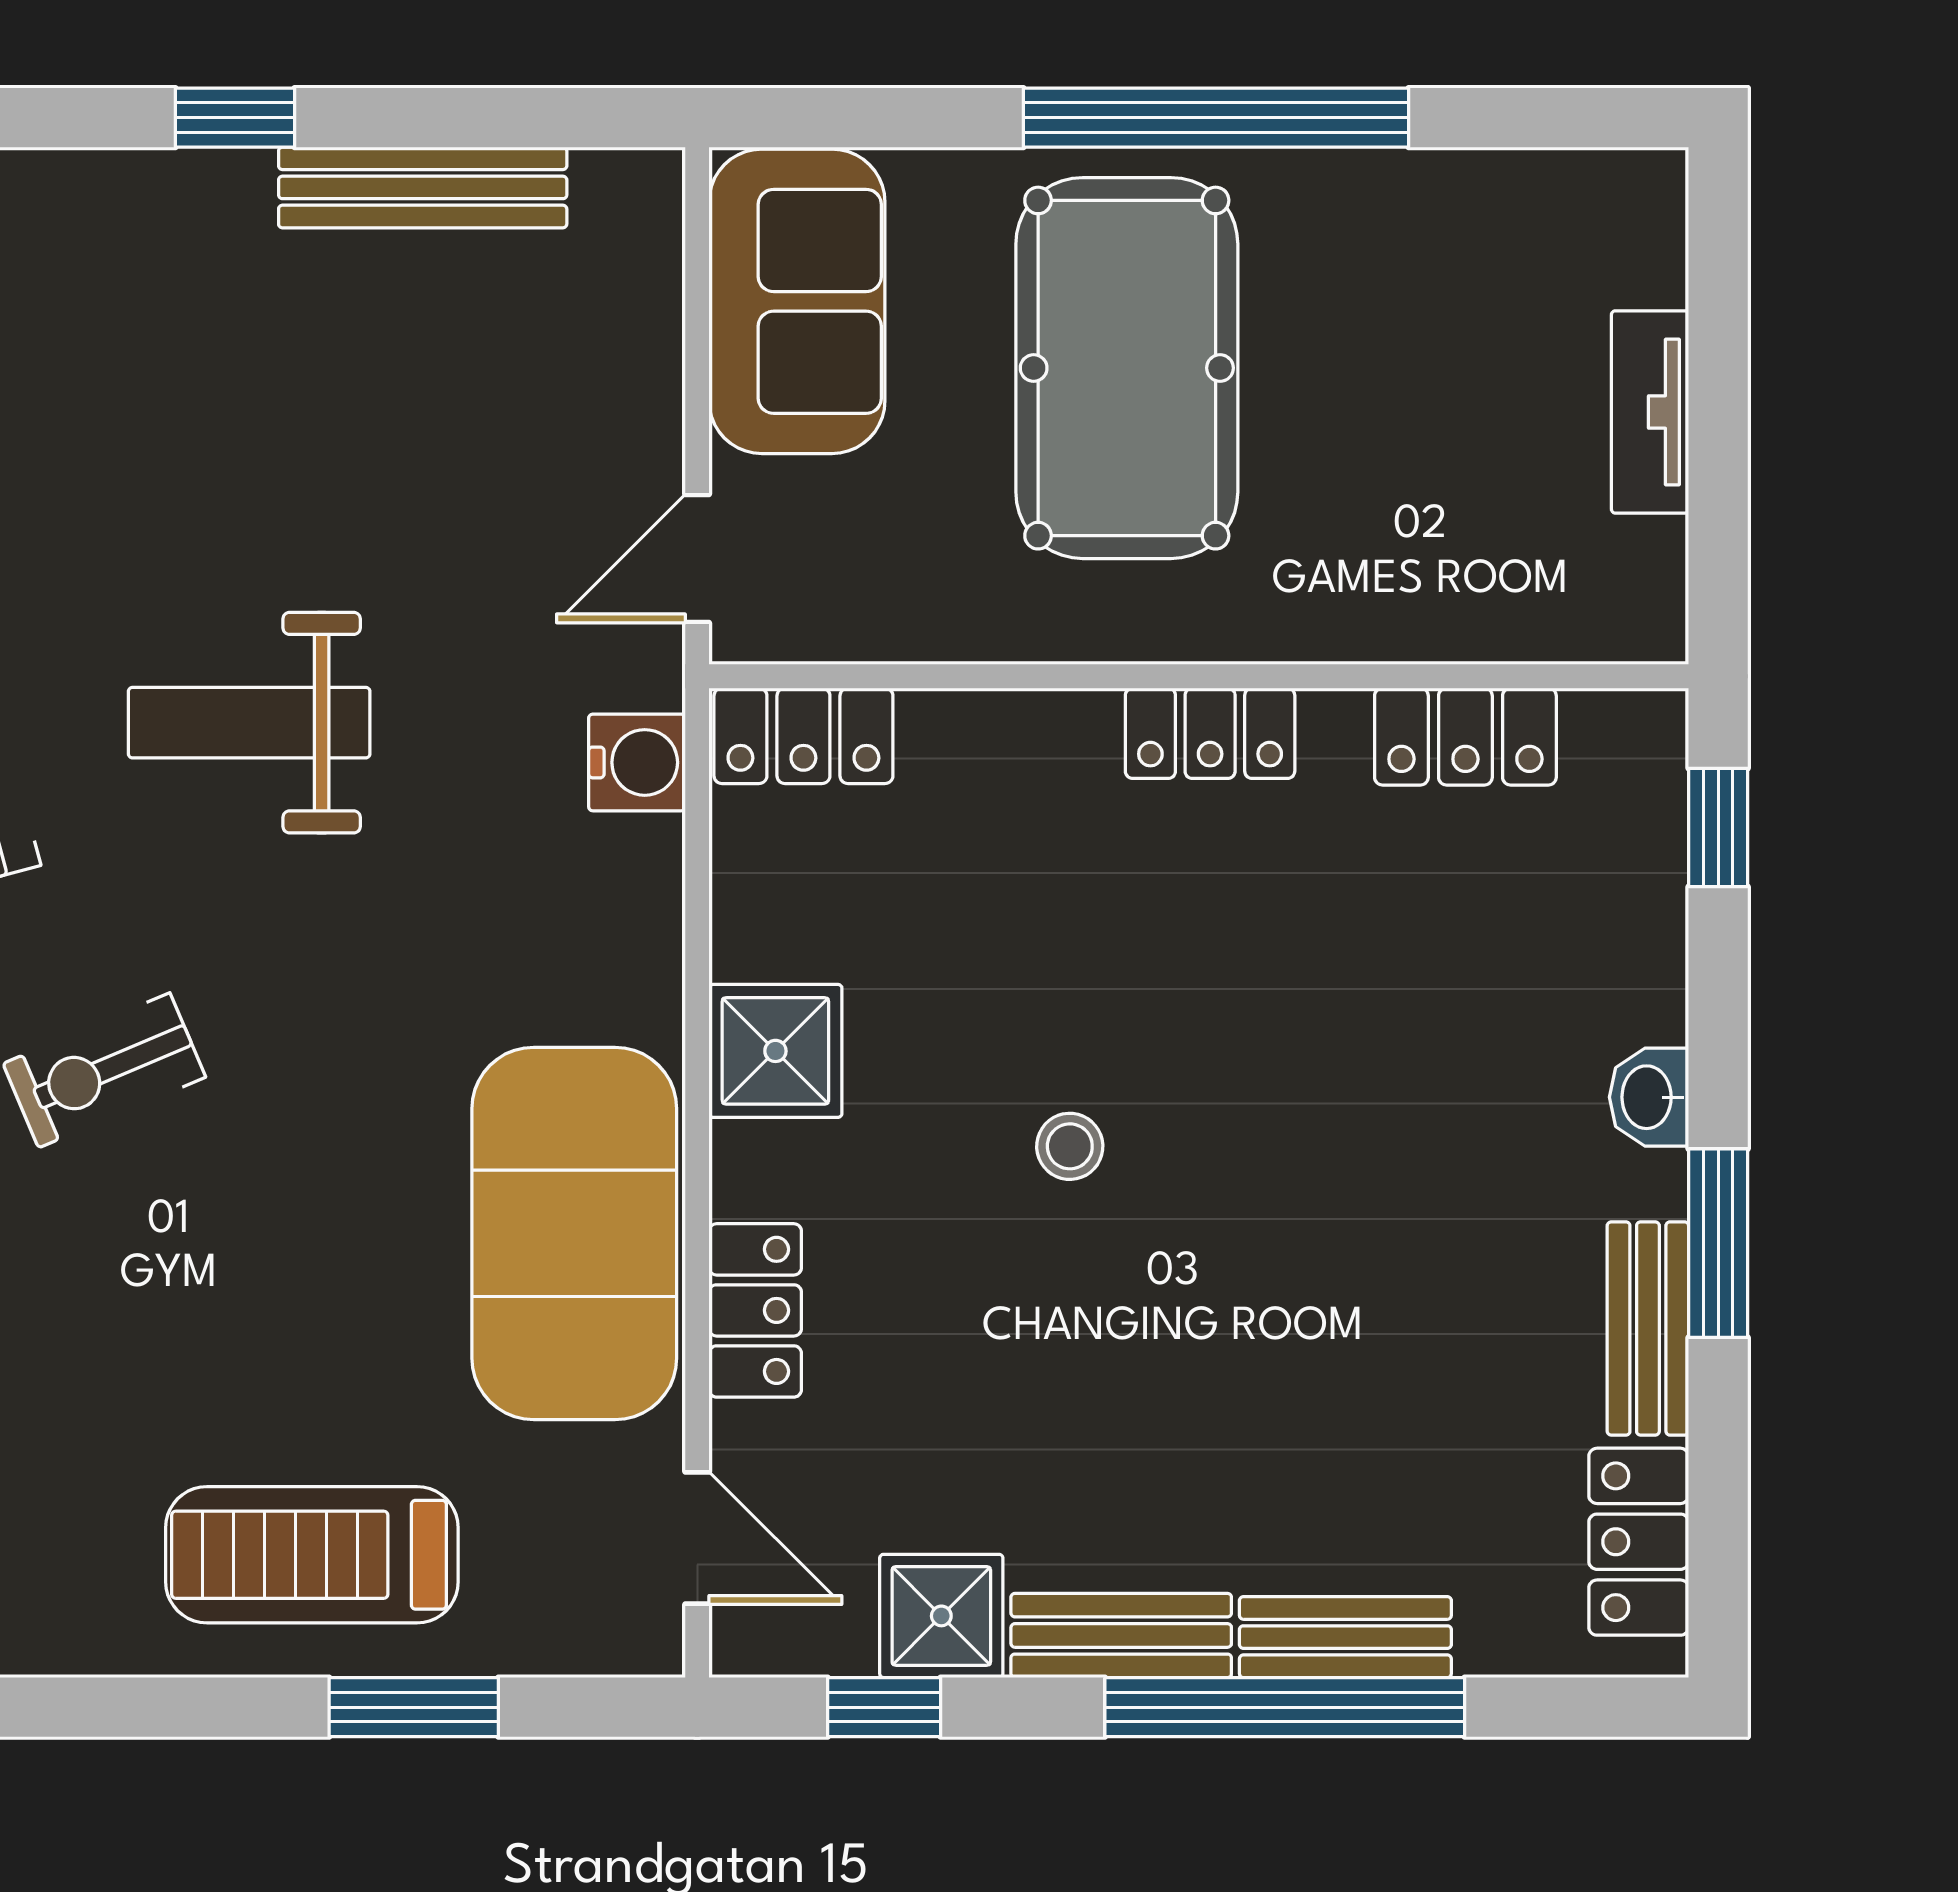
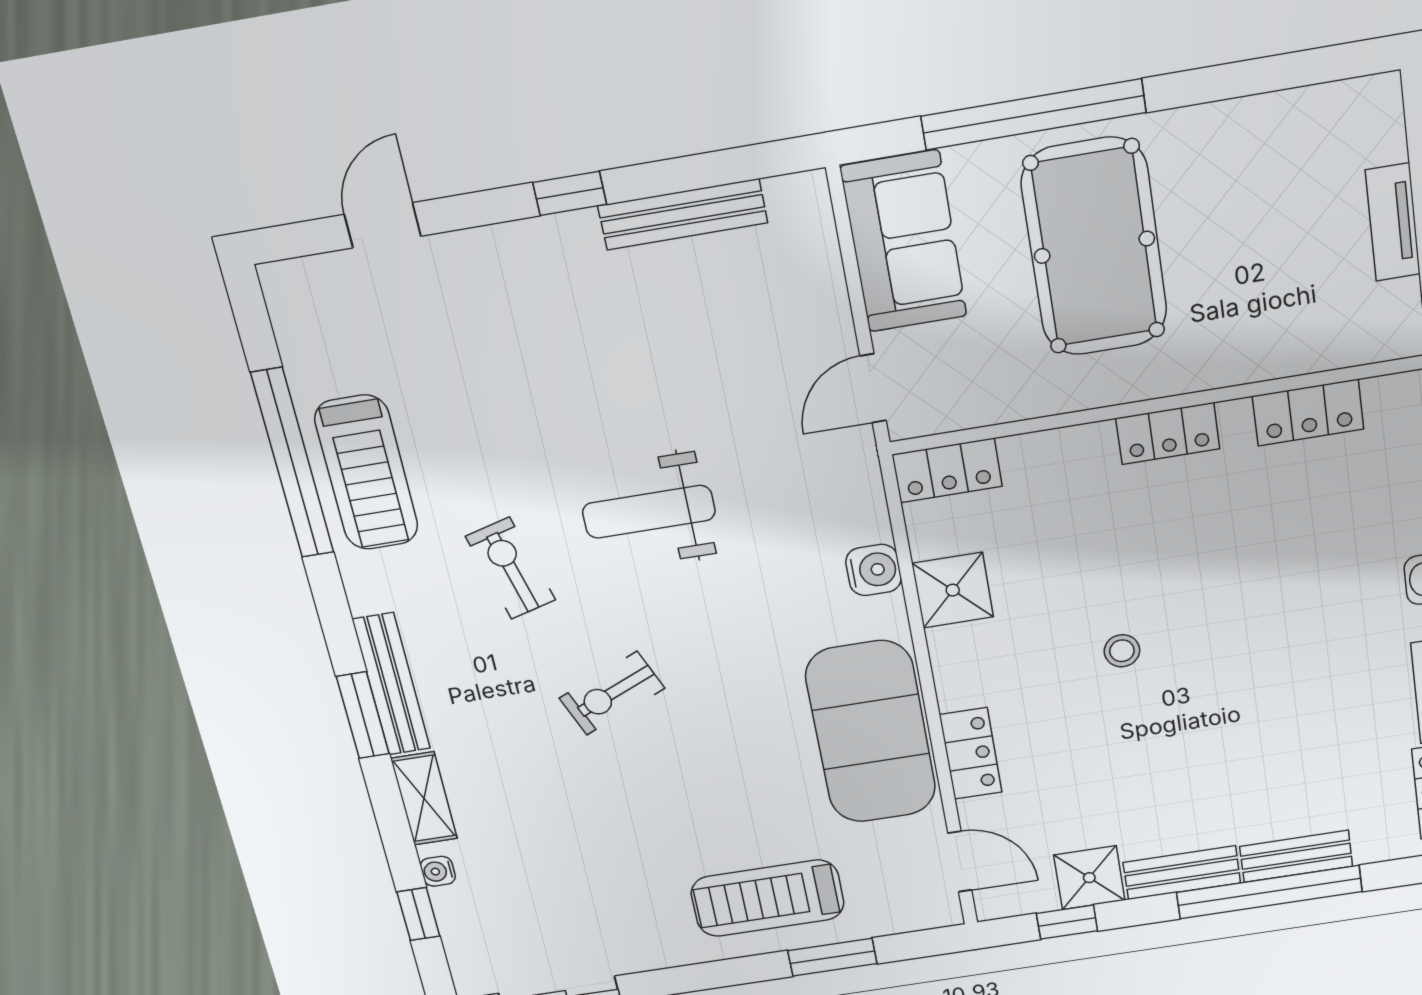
window: (1216, 118) -> (1033, 114), moved
water cooler: (637, 762) -> (874, 570), moved
shower: (775, 1051) -> (953, 590), moved

